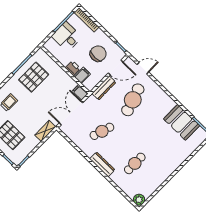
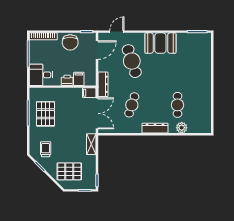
desk: (67, 37) -> (41, 75), moved
chair: (98, 54) -> (70, 42), moved, turned 180
dresser: (104, 88) -> (103, 84), moved
double door: (71, 113) -> (97, 113), swing flipped
booth: (182, 122) -> (160, 43), moved
plant: (139, 200) -> (182, 128), moved

